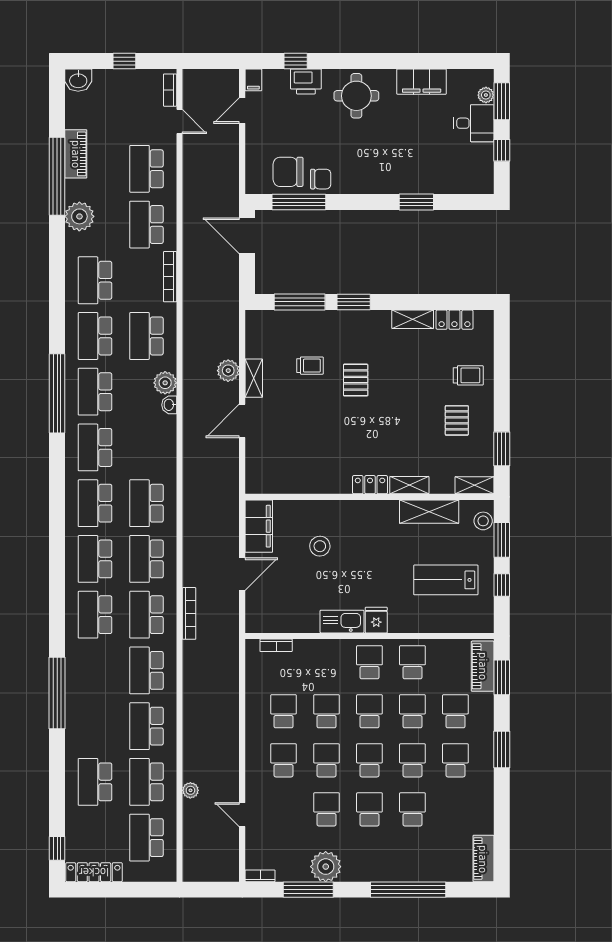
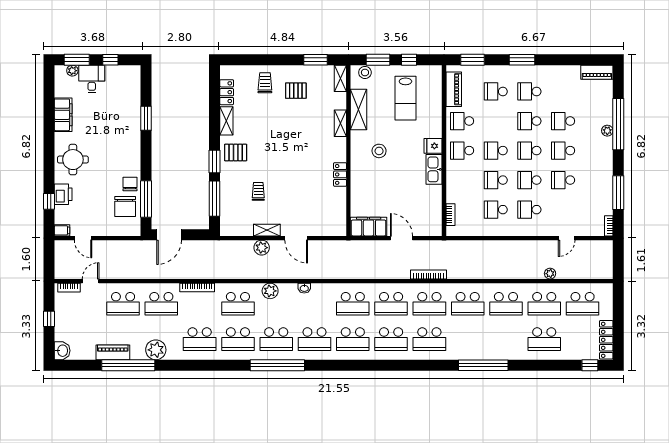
pallet: (356, 380) -> (236, 152), moved
washbasin: (169, 405) -> (304, 288), moved
locker: (370, 485) -> (340, 174), moved
stool: (320, 546) -> (379, 151), moved
piano: (483, 666) -> (454, 89), moved, turned -90
school desk: (412, 711) -> (496, 121), removed
plant: (326, 867) -> (607, 131), moved, width x0.53, depth x0.53

